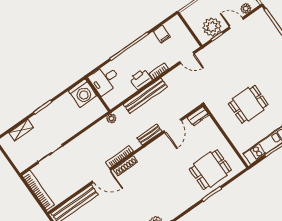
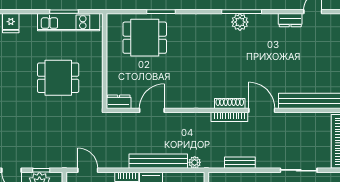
plant: (111, 118) -> (195, 162), moved
bench: (149, 135) -> (240, 163), moved

